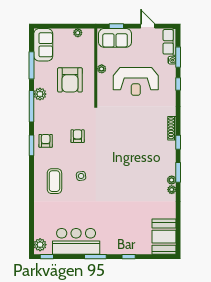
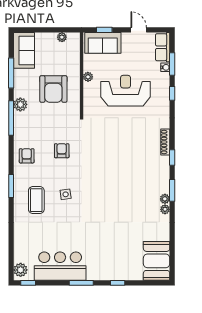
reception desk: (136, 81) -> (126, 91), turned 180
window: (31, 145) -> (11, 186), moved

